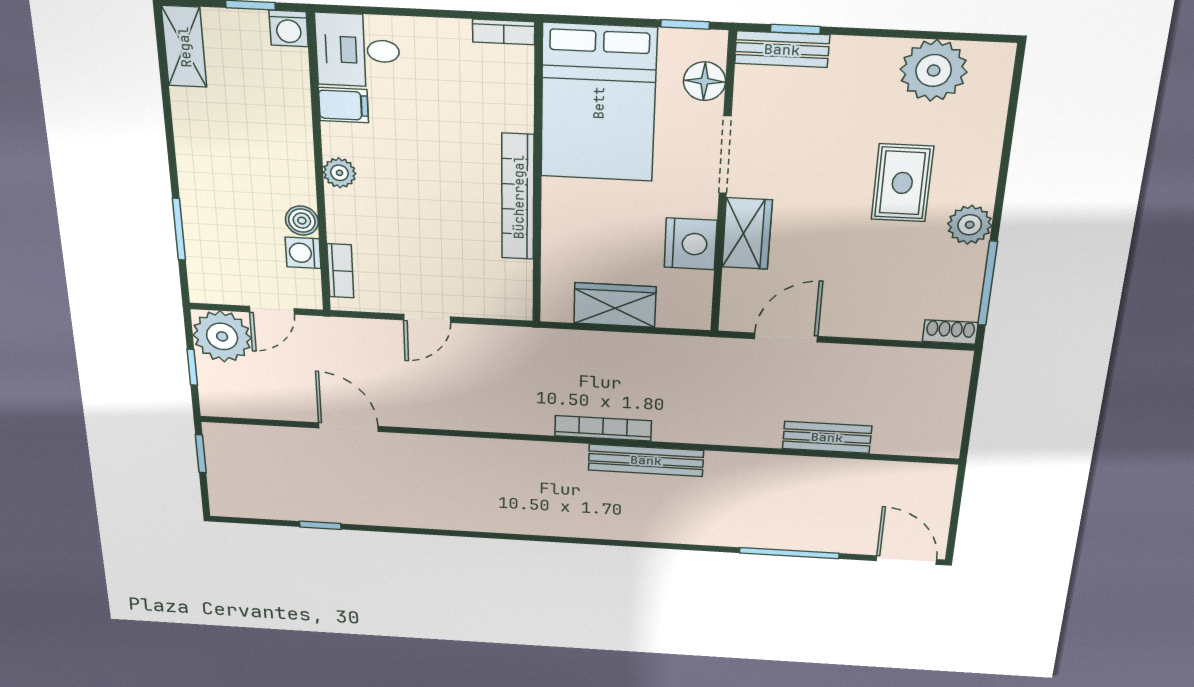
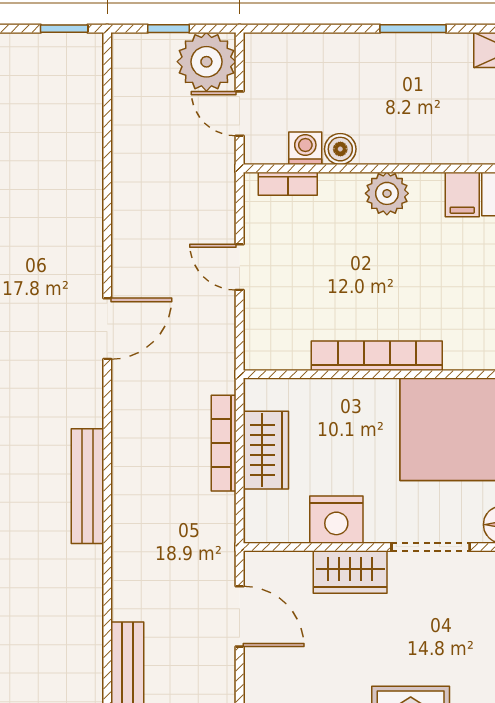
plant: (339, 173) -> (387, 193), width x1.38, depth x1.38
window: (179, 229) -> (413, 29), moved
door: (348, 427) -> (107, 329), moved
bookcase: (603, 428) -> (224, 443), moved, turned 180

